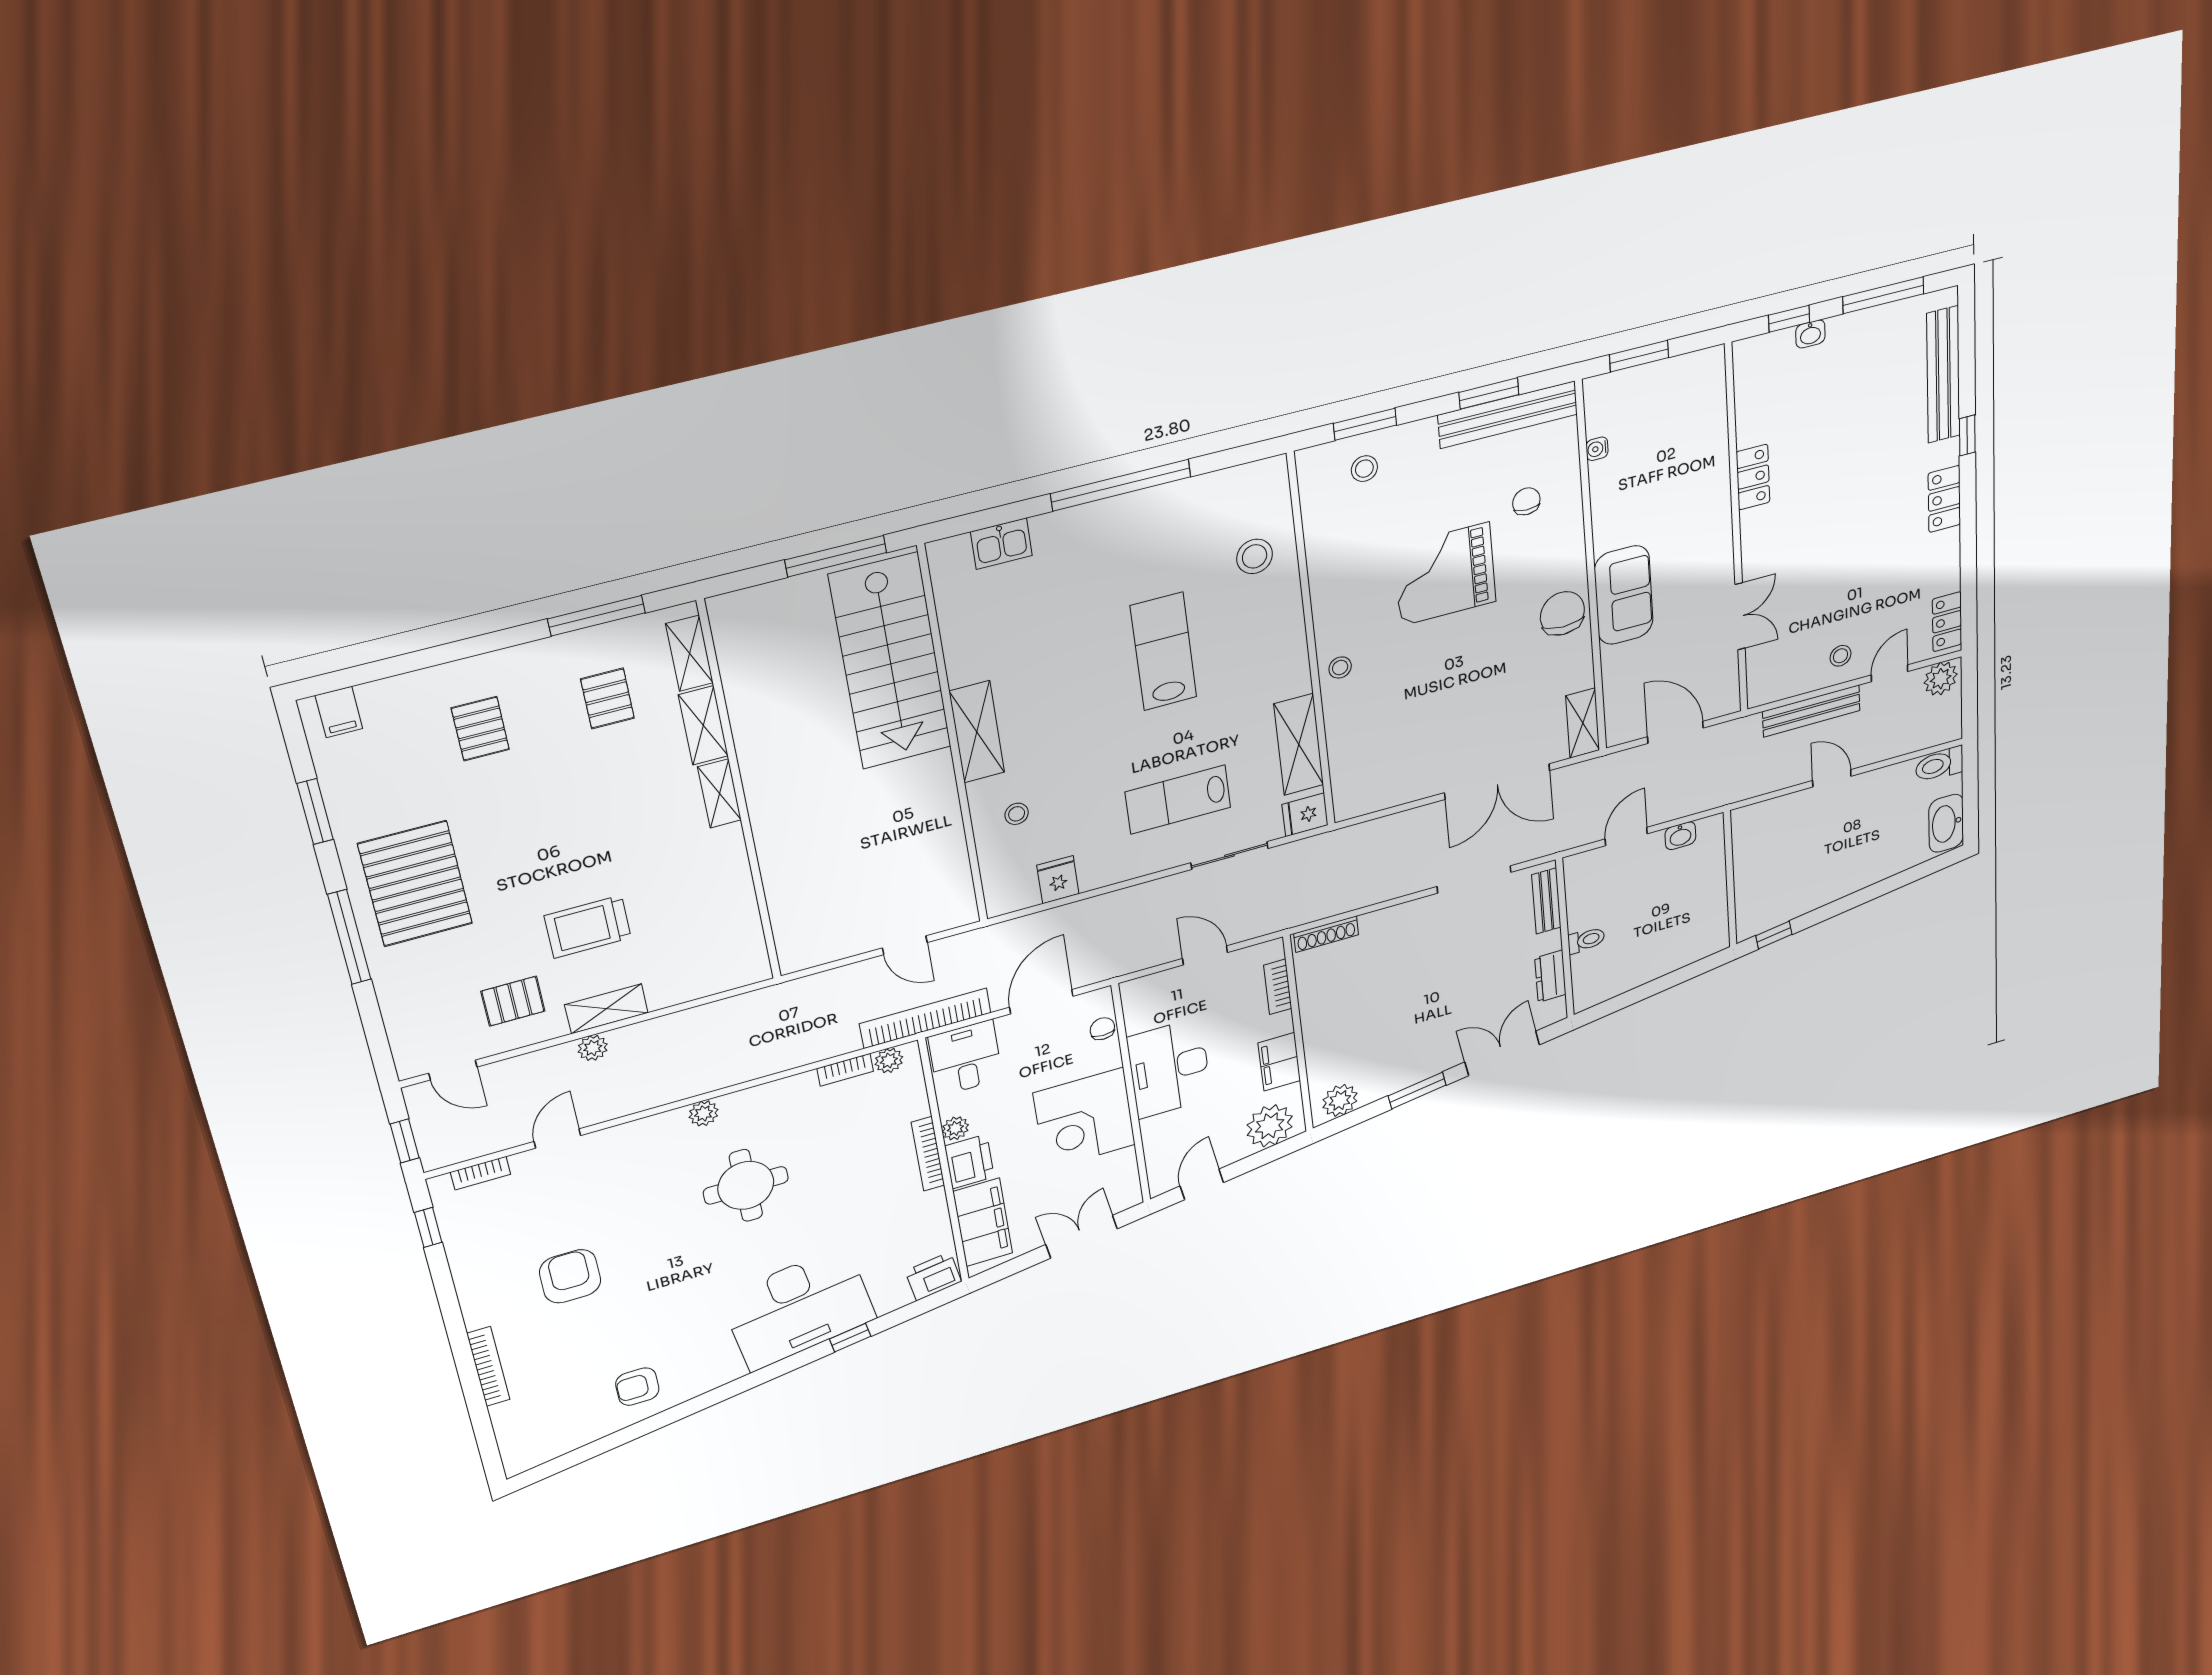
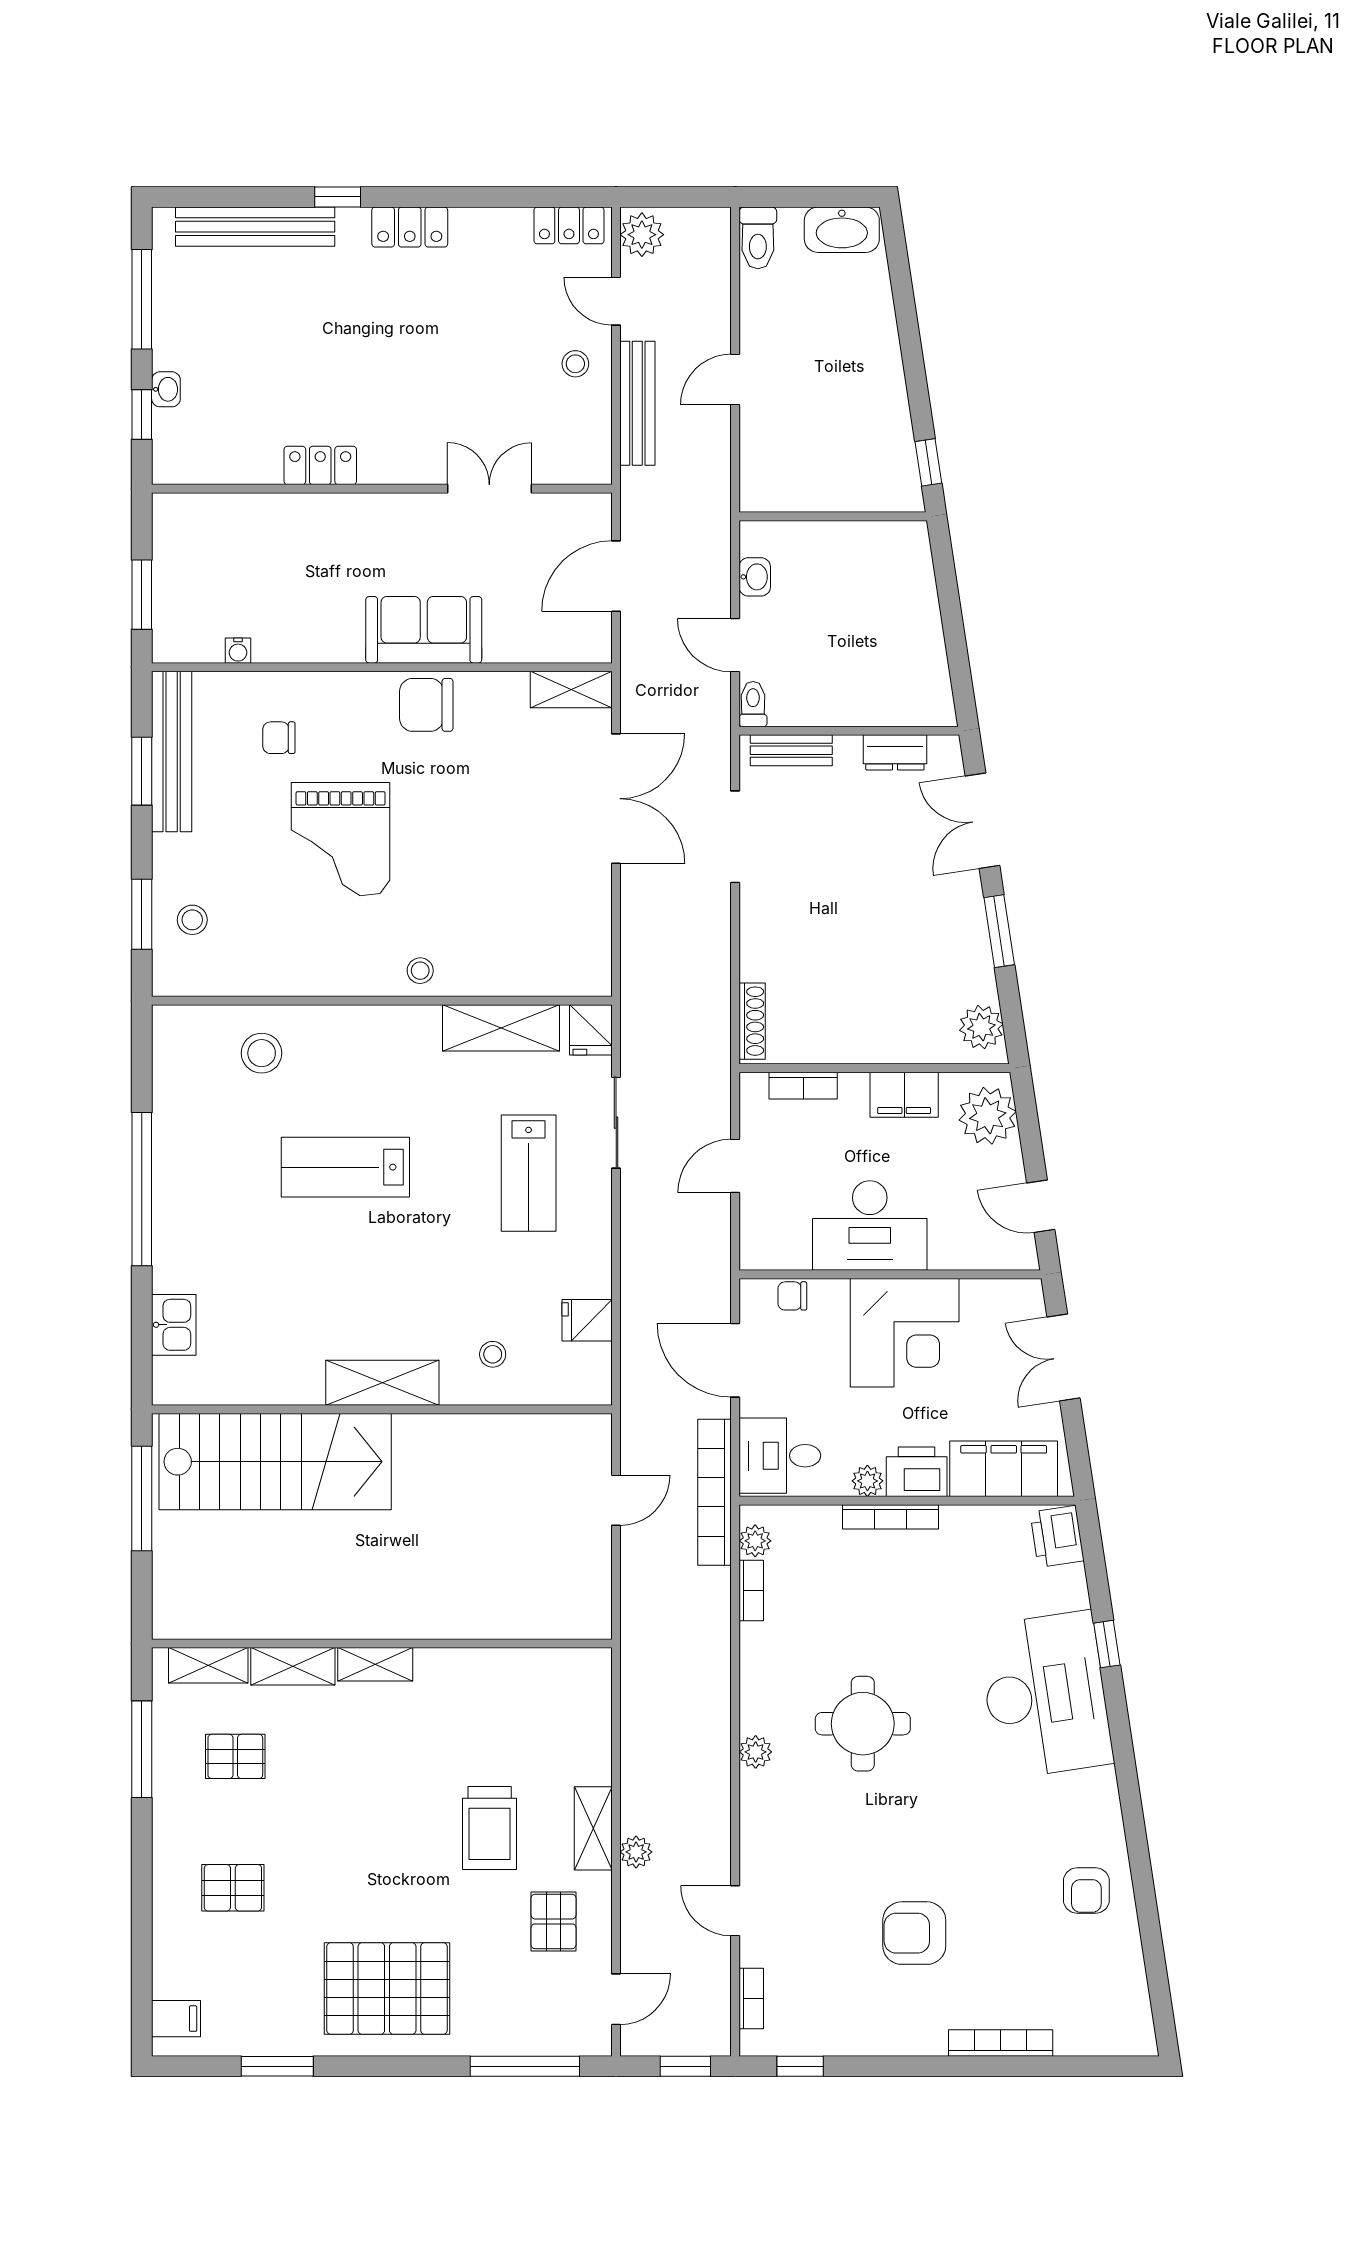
window: (349, 937) -> (525, 2066), moved
toilet: (1586, 940) -> (753, 704), moved

